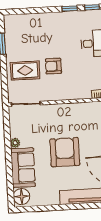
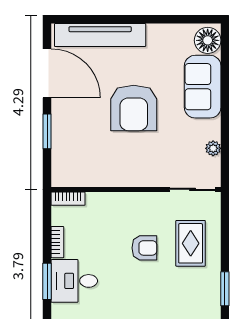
rug: (25, 71) -> (191, 243), turned 90
plant: (15, 143) -> (213, 148), moved

